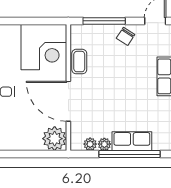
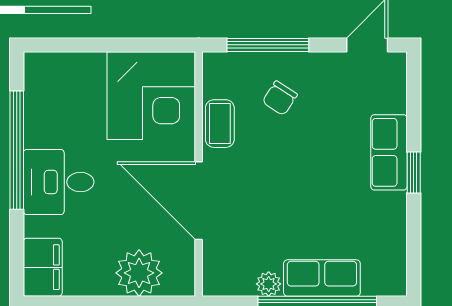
chair: (126, 36) -> (280, 98), moved
plant: (55, 139) -> (139, 273), moved
plant: (90, 144) -> (241, 284), removed

